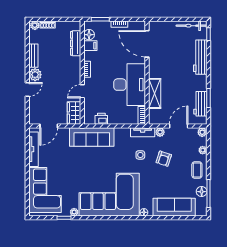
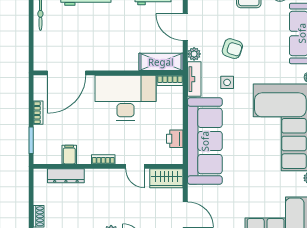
floor lamp: (89, 35) -> (53, 156), removed
shelving: (155, 93) -> (161, 62), moved
sofa: (92, 137) -> (205, 141), width x1.36, depth x1.27

